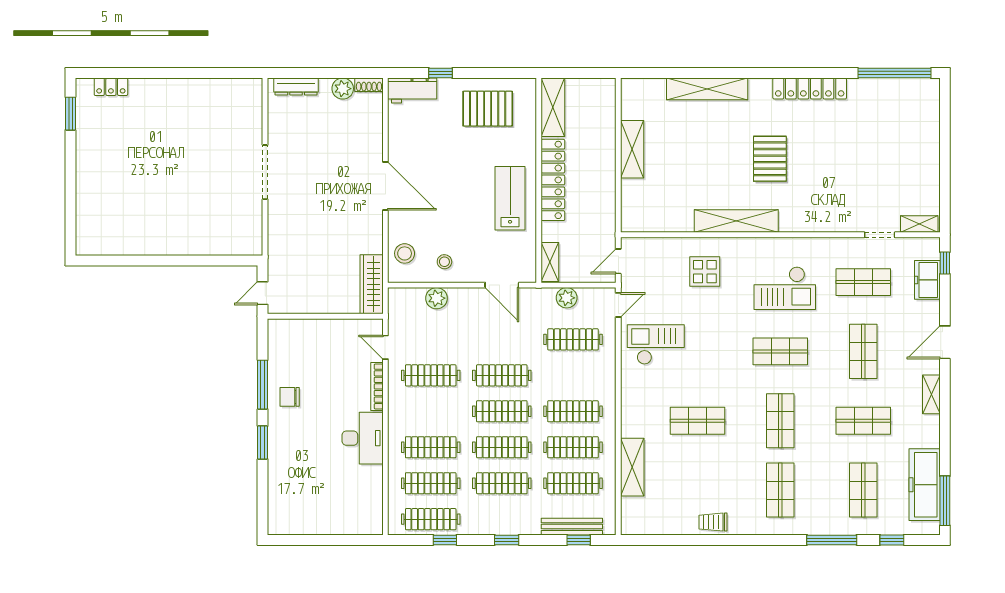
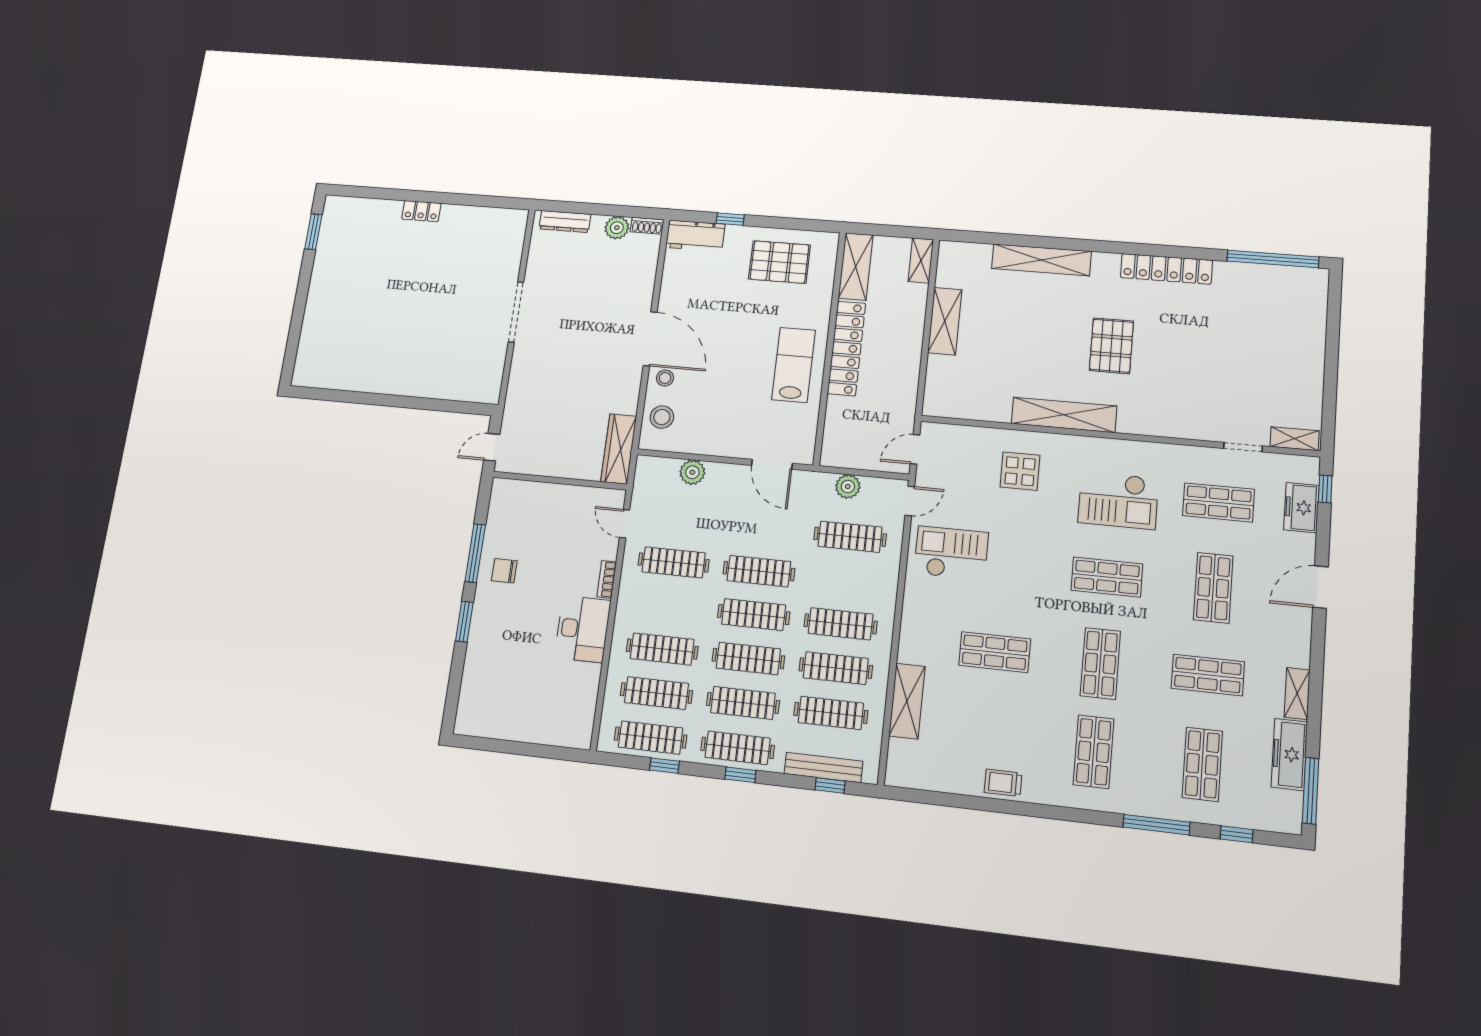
locker: (111, 87) -> (421, 211), moved
stool: (444, 262) -> (665, 378), moved
shelving: (550, 262) -> (921, 261), moved
bookcase: (377, 386) -> (607, 579), width x0.64
shelving: (931, 394) -> (1297, 694), moved
freezer: (925, 485) -> (1289, 754), width x0.73, depth x0.79
clothes rail: (502, 519) -> (738, 748), added

